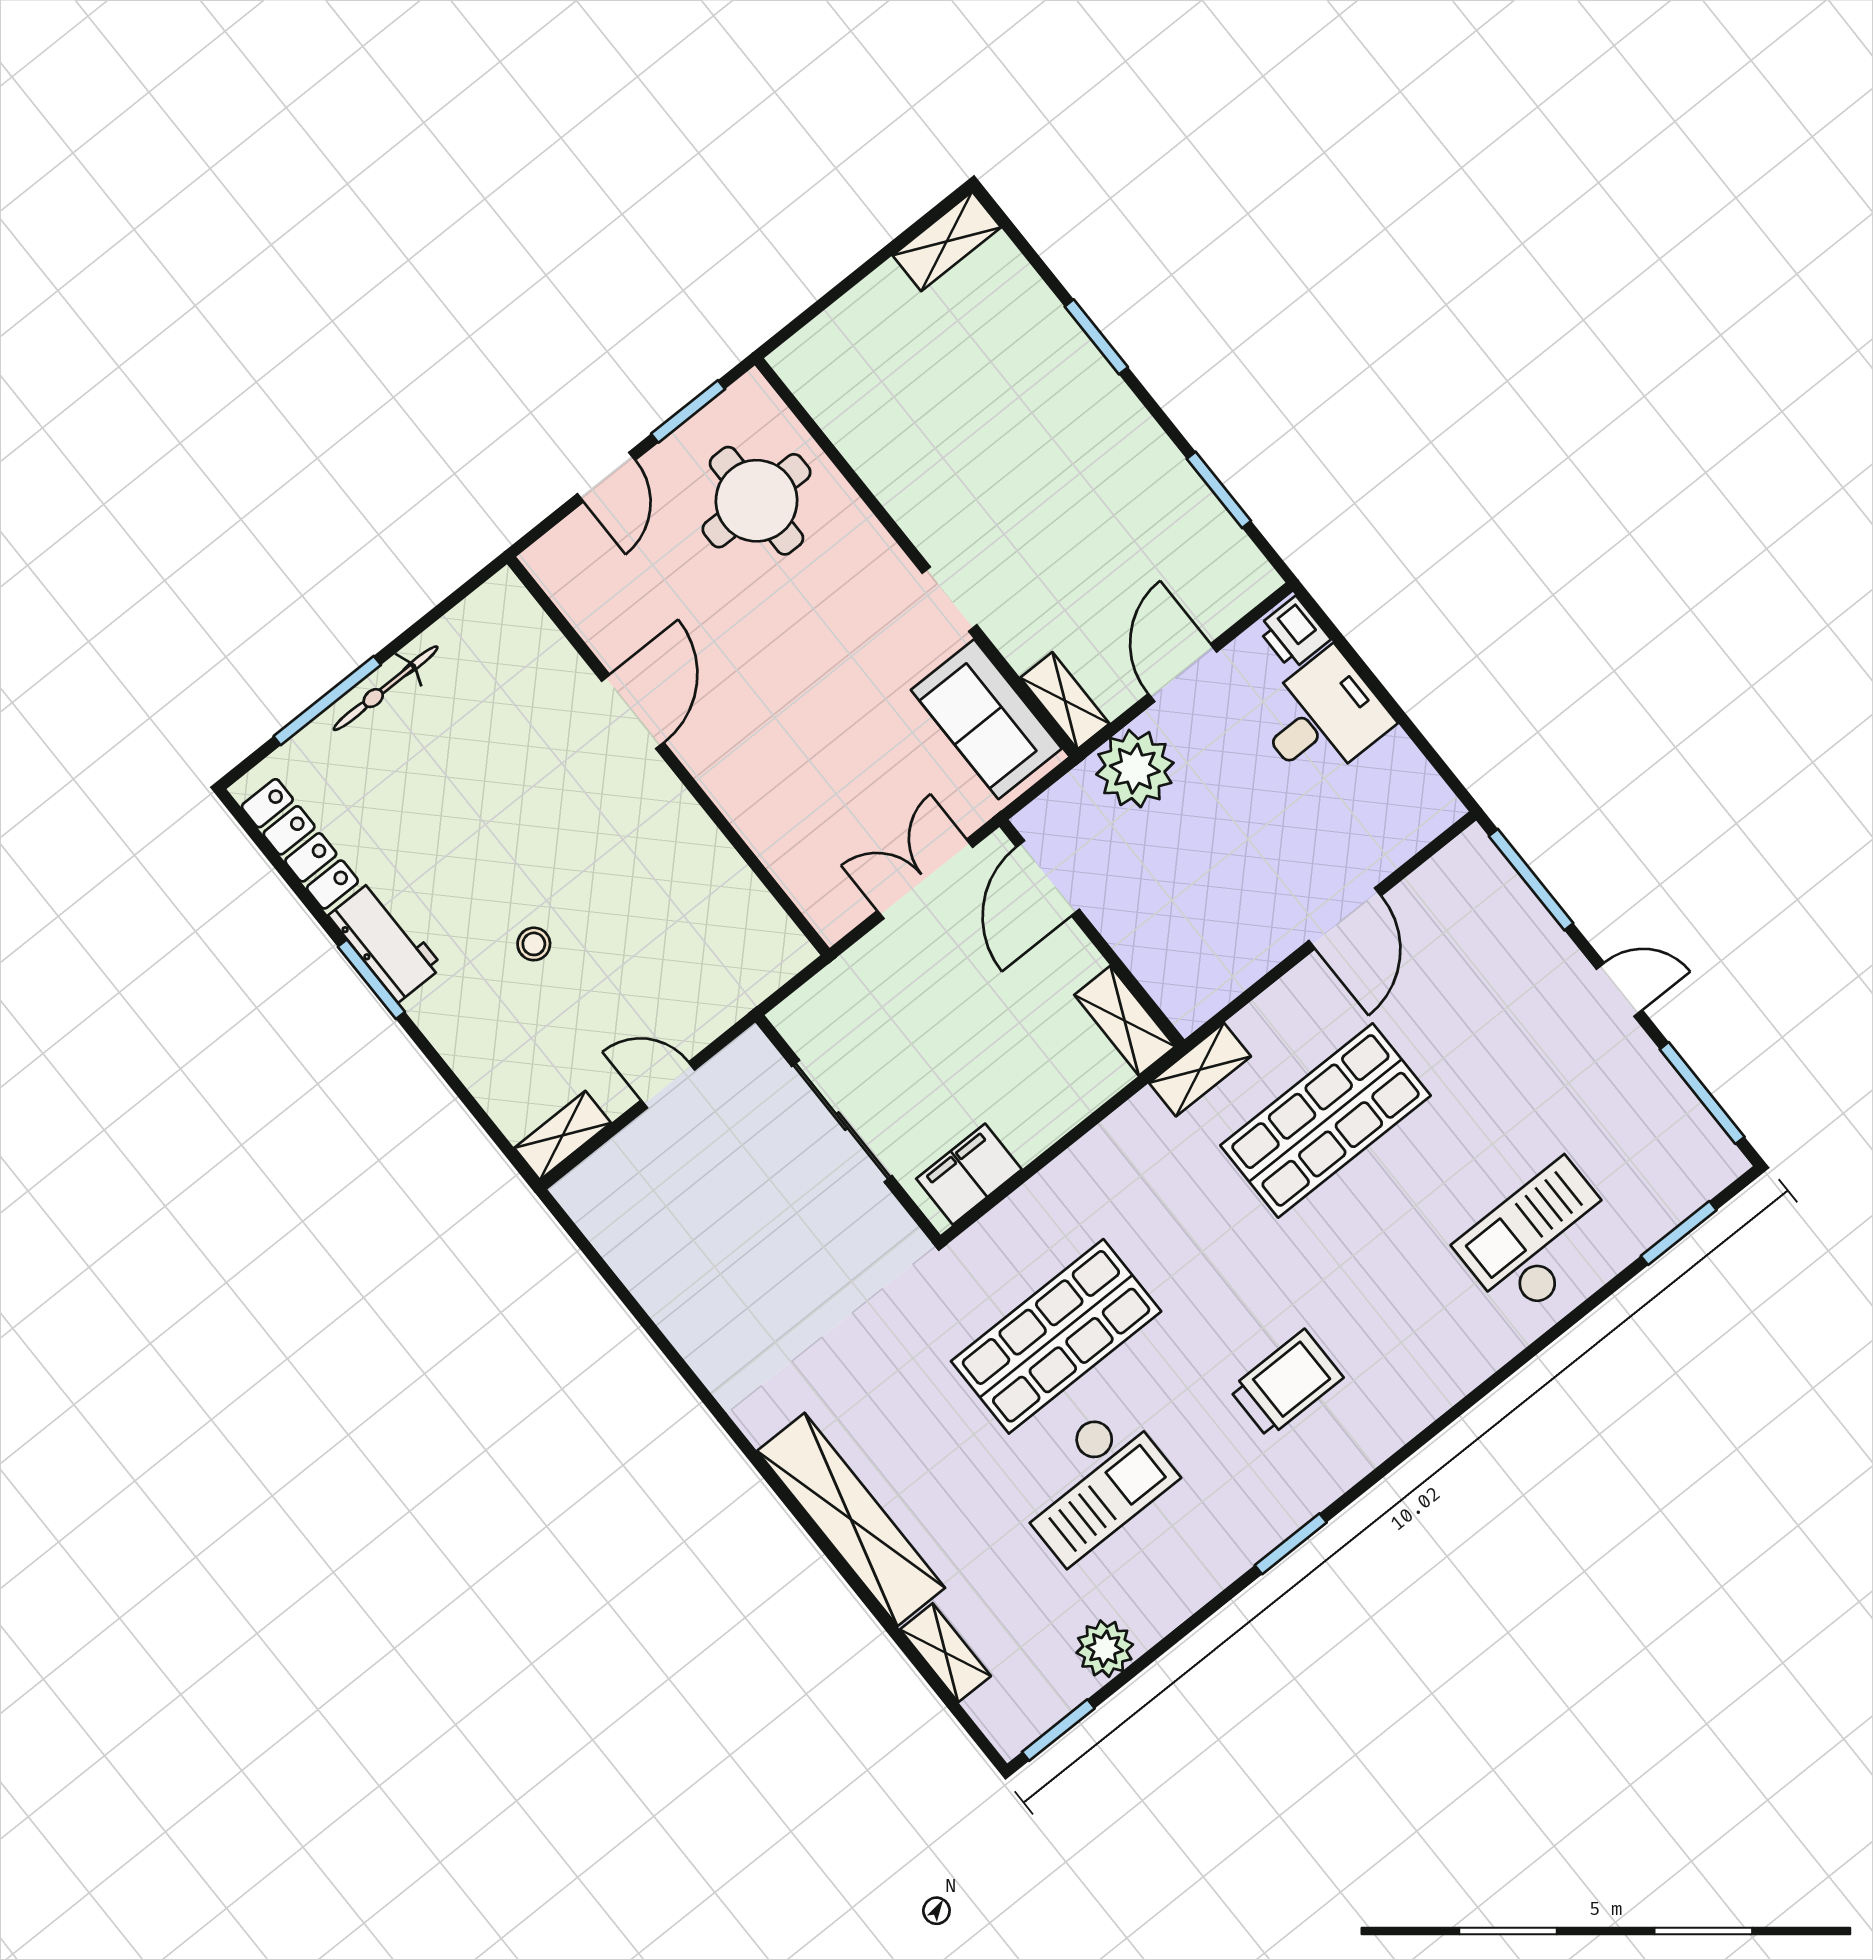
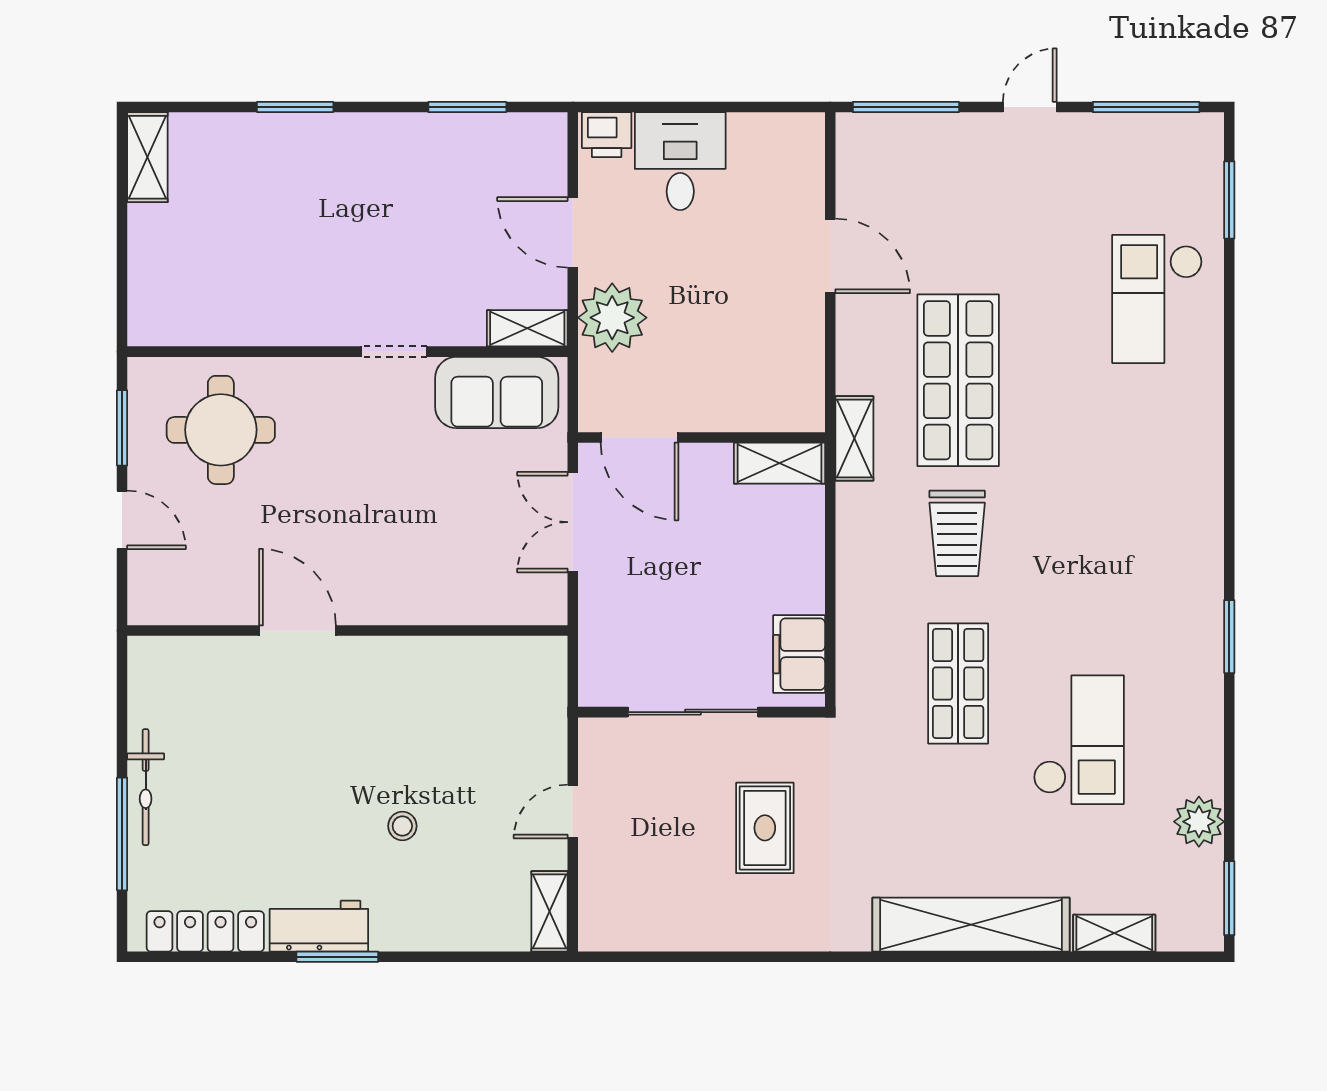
rug: (790, 1267) -> (765, 828), added
shop shelf: (1056, 1336) -> (958, 684), width x0.70, depth x0.74
trolley: (1286, 1383) -> (957, 533), moved, turned 180

